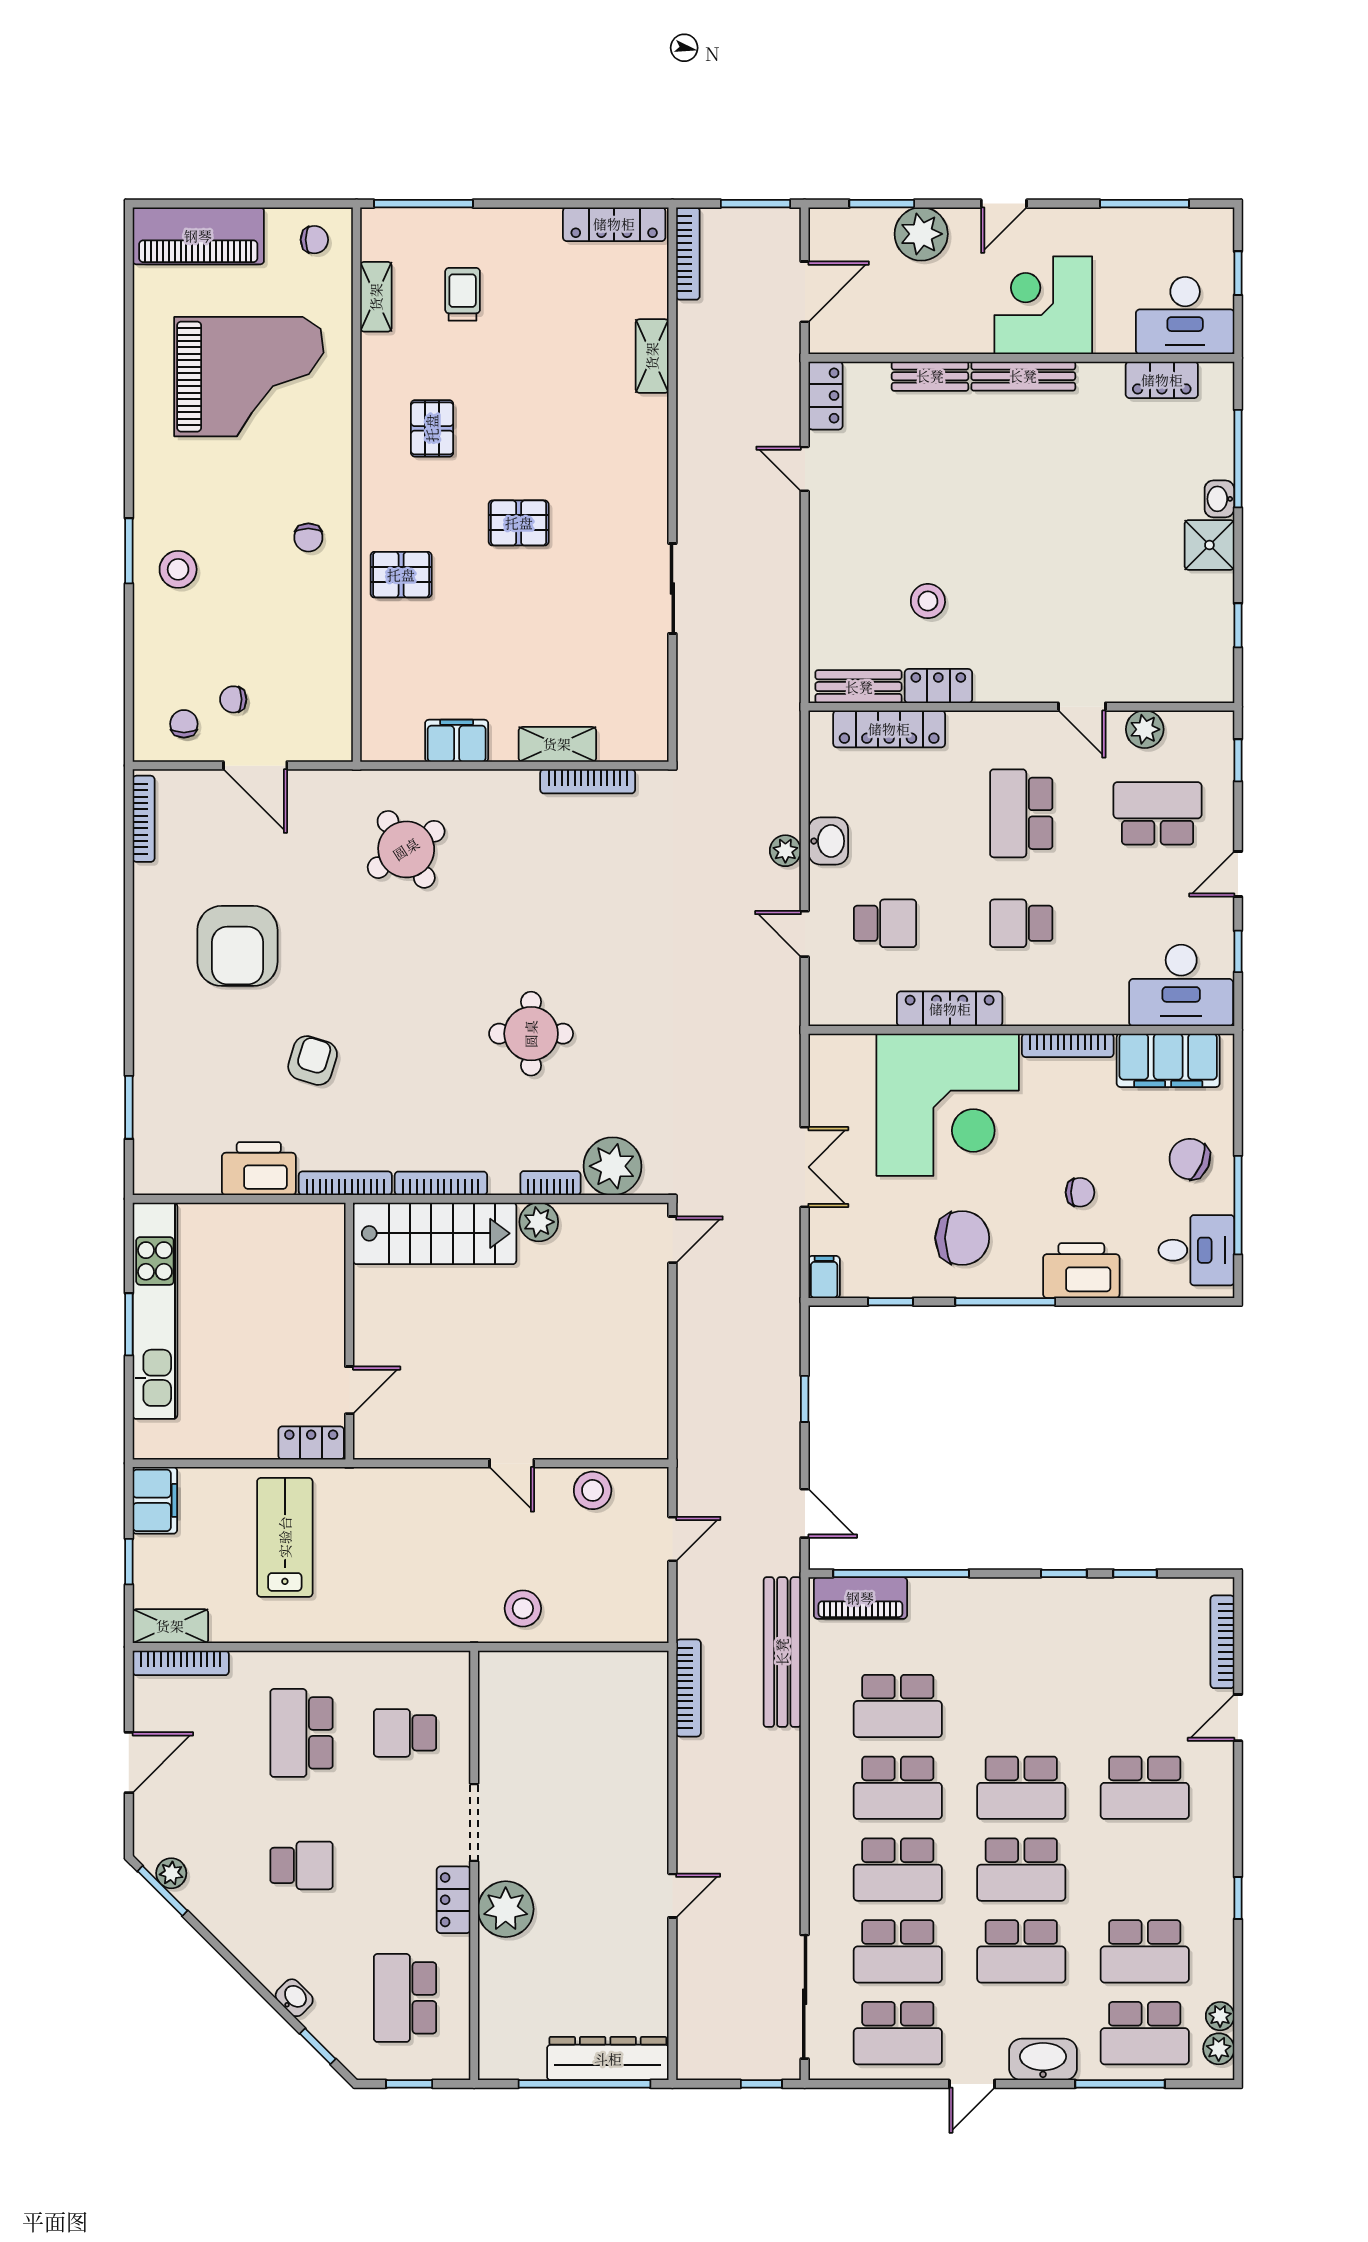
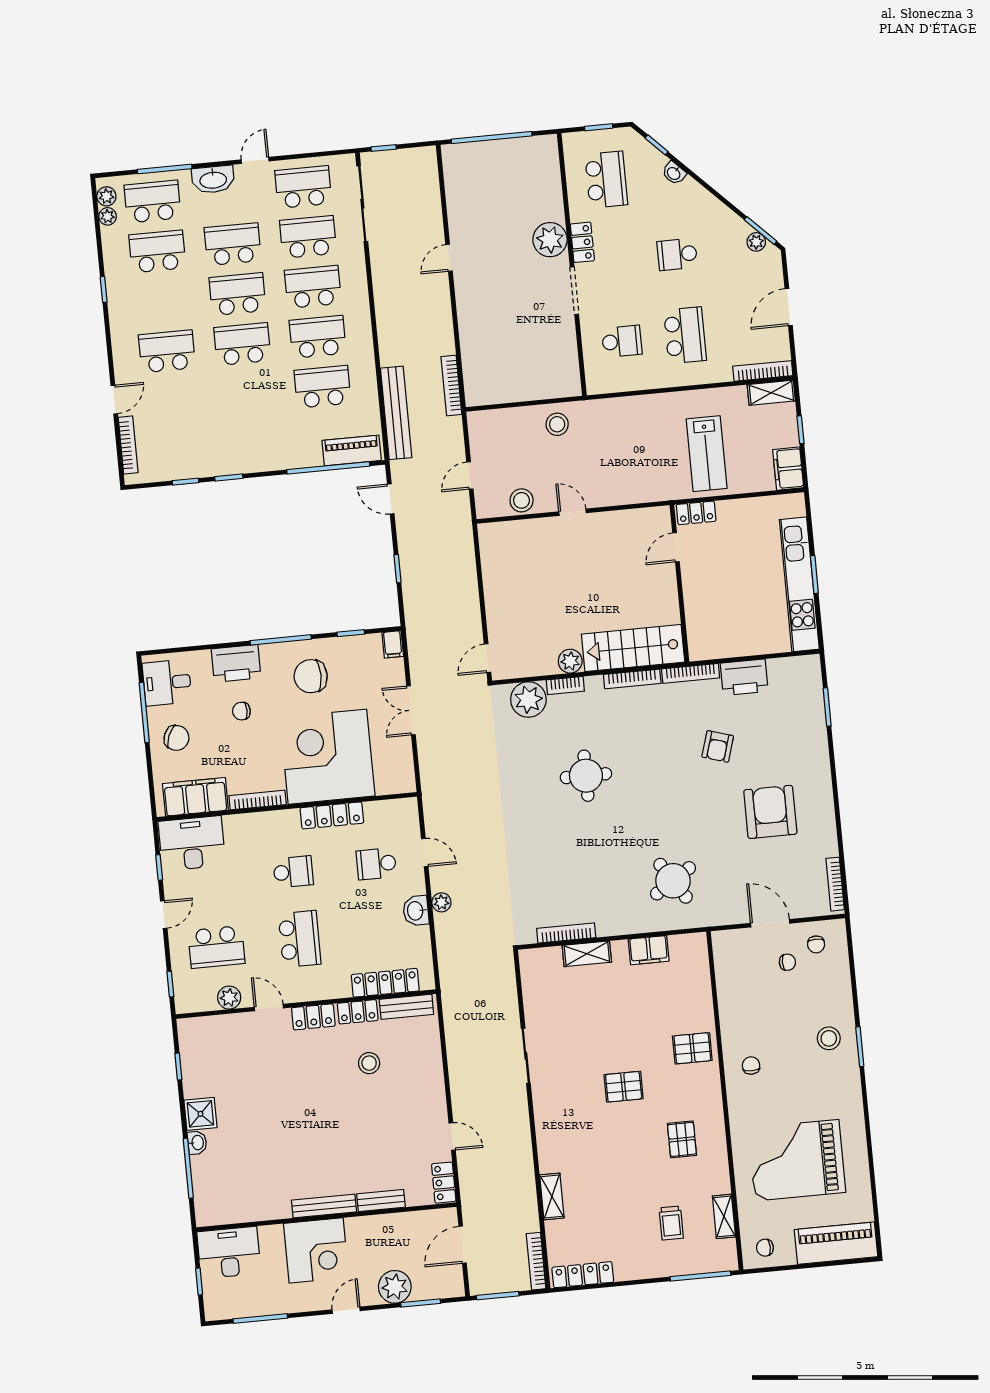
locker: (1162, 380) -> (313, 1017), moved, turned 180
dresser: (608, 2059) -> (479, 154), removed

